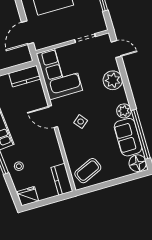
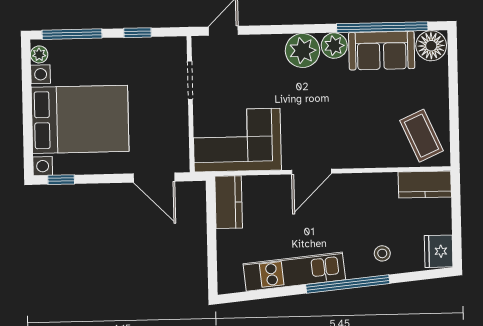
plant: (113, 80) -> (303, 51), moved
side table: (81, 122) -> (333, 126), removed

